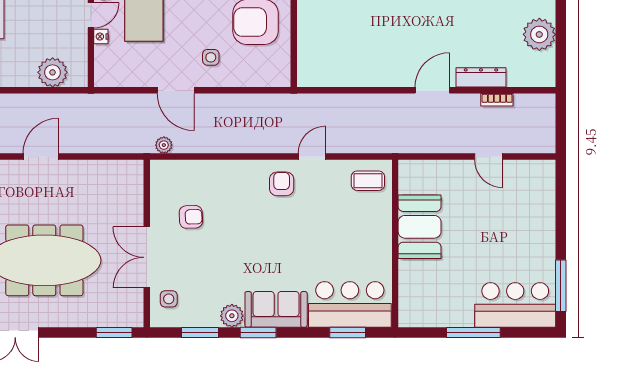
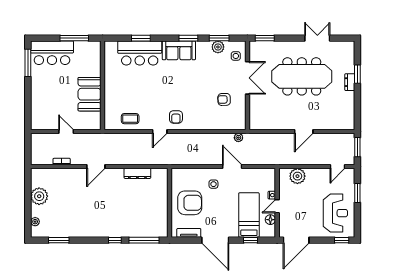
dresser: (481, 77) -> (137, 173), moved
booth: (420, 227) -> (90, 94), moved
wall: (395, 243) -> (103, 85), moved
plant: (232, 316) -> (218, 47), moved

